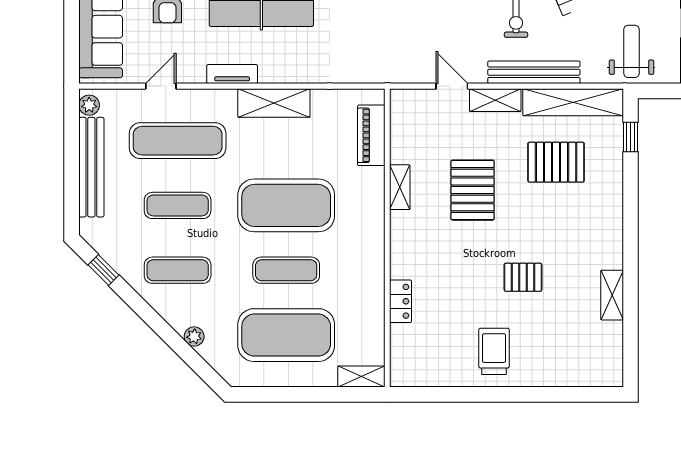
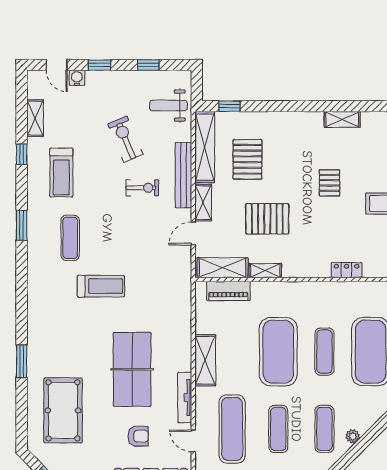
tv unit: (232, 74) -> (185, 397), width x1.41
shelving: (404, 127) -> (223, 268), added
plant: (194, 336) -> (353, 436), moved

